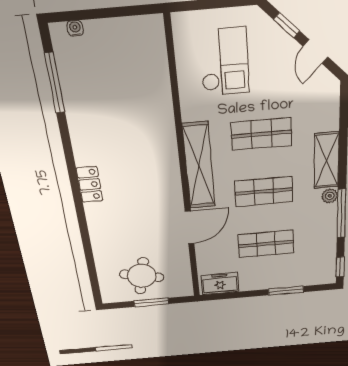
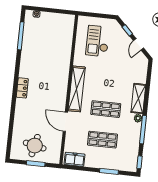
checkout: (224, 62) -> (98, 41), turned 180
shop shelf: (261, 134) -> (109, 79), removed
door: (190, 227) -> (65, 122), swing flipped

